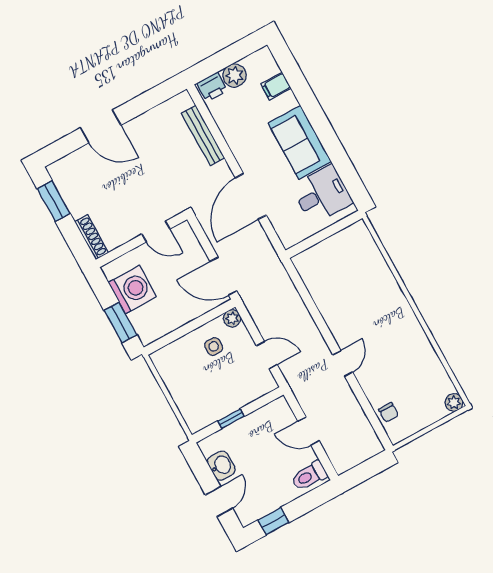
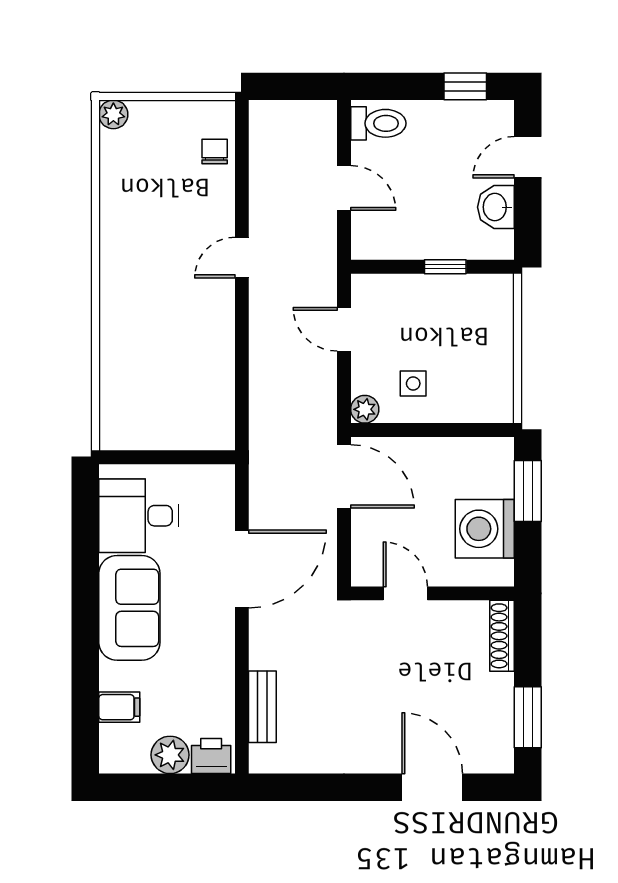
door: (101, 126) -> (432, 787), moved
bench: (203, 136) -> (262, 707), width x0.73

